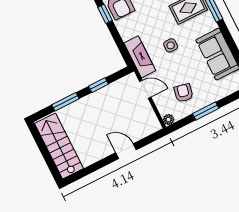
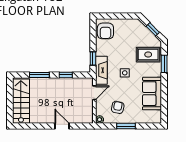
window: (105, 14) -> (93, 59), moved
door: (145, 89) -> (94, 93), hinge flipped

